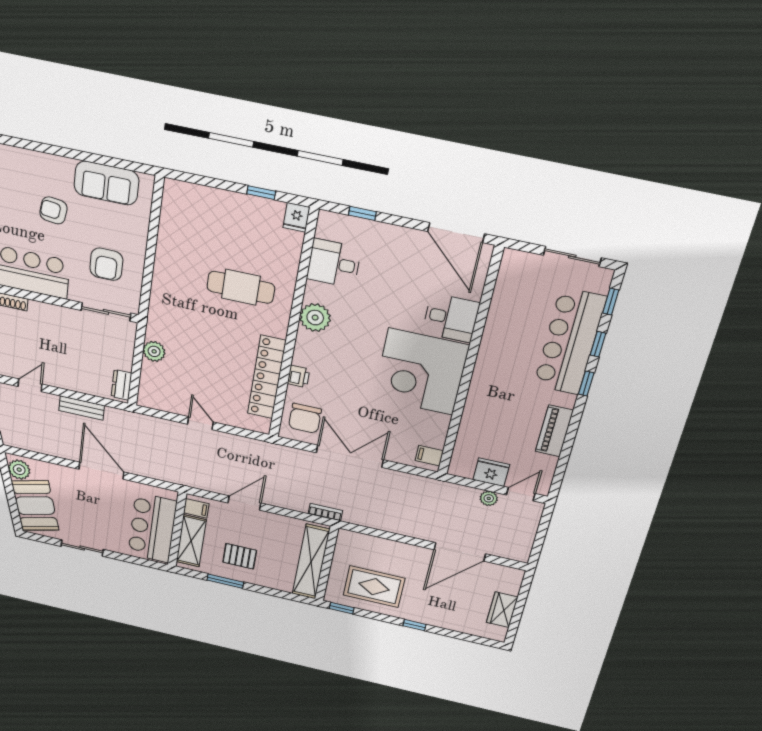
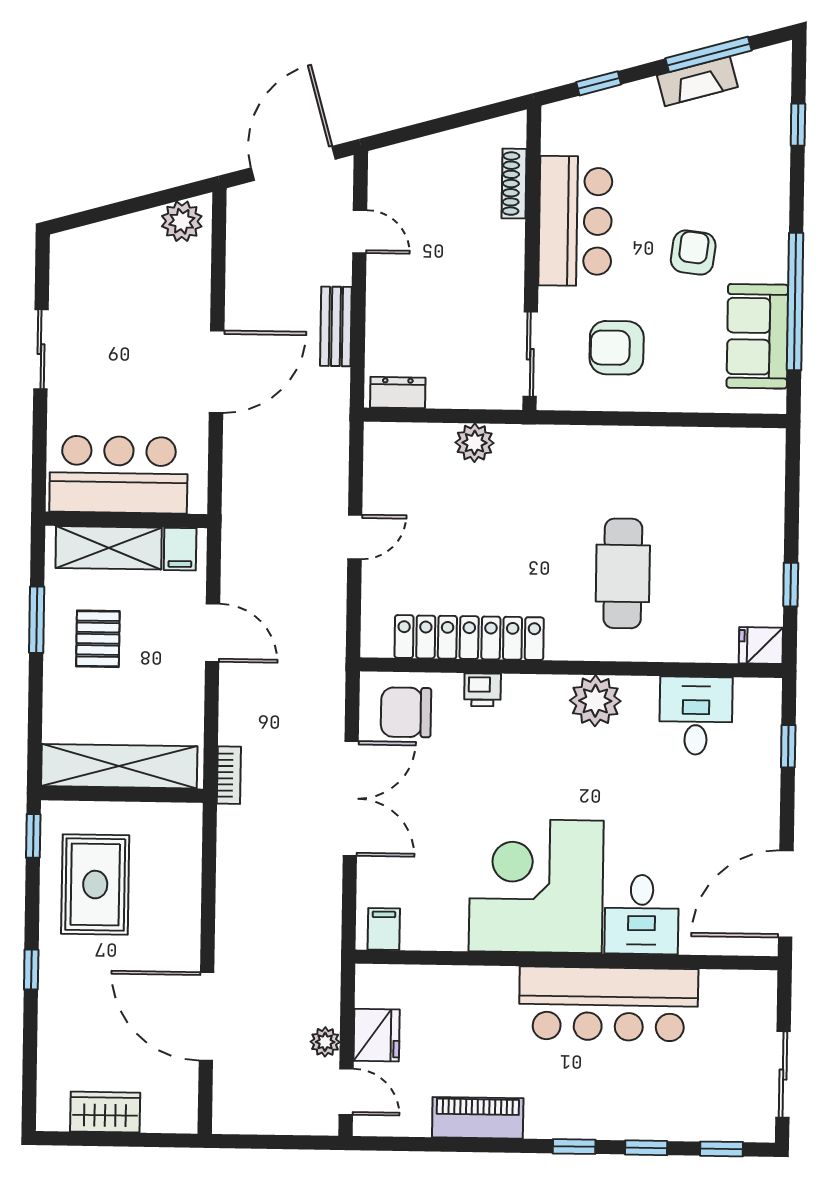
window: (87, 157) -> (795, 302), added
bar counter: (570, 342) -> (609, 1004), moved, turned 180
booth: (35, 506) -> (112, 255), removed

